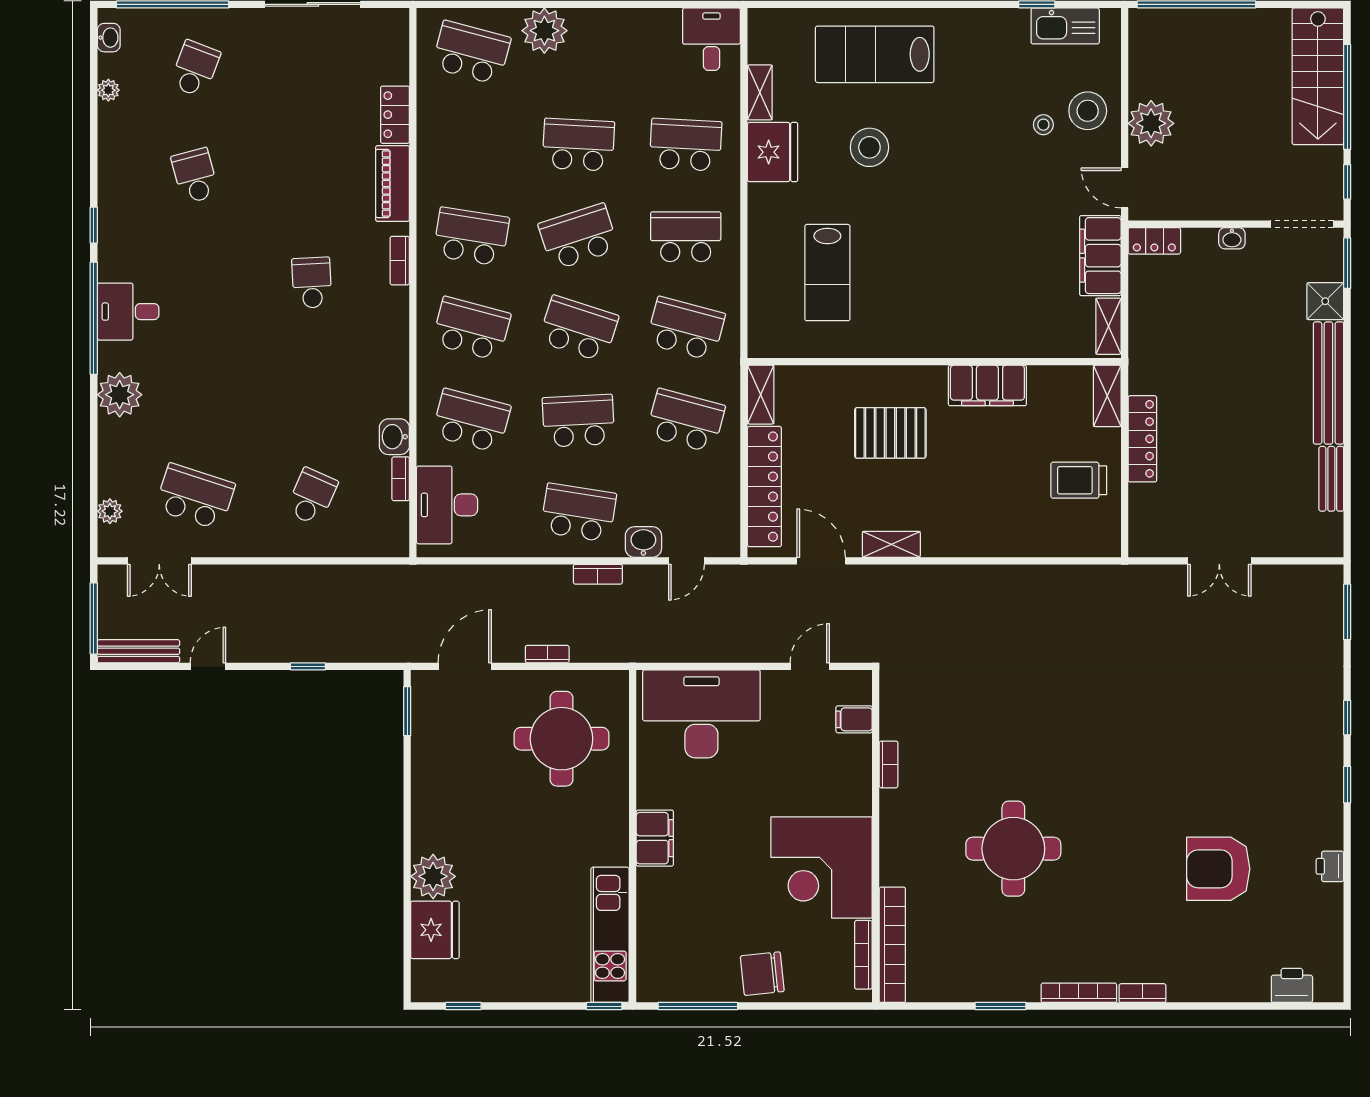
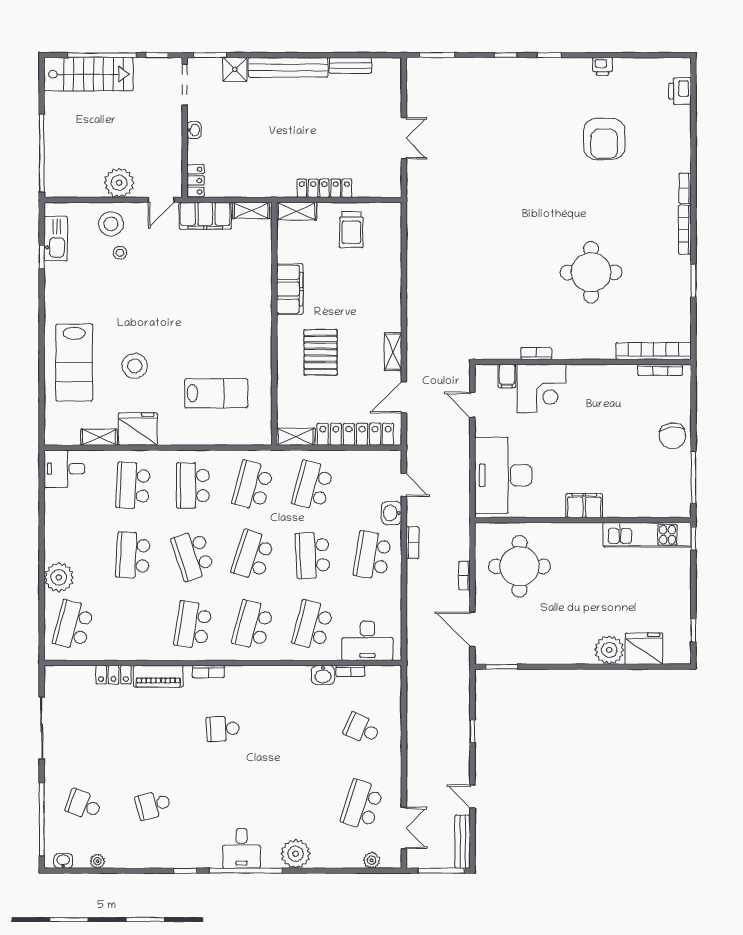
corner desk: (822, 868) -> (542, 388), moved, width x0.74, depth x0.74

